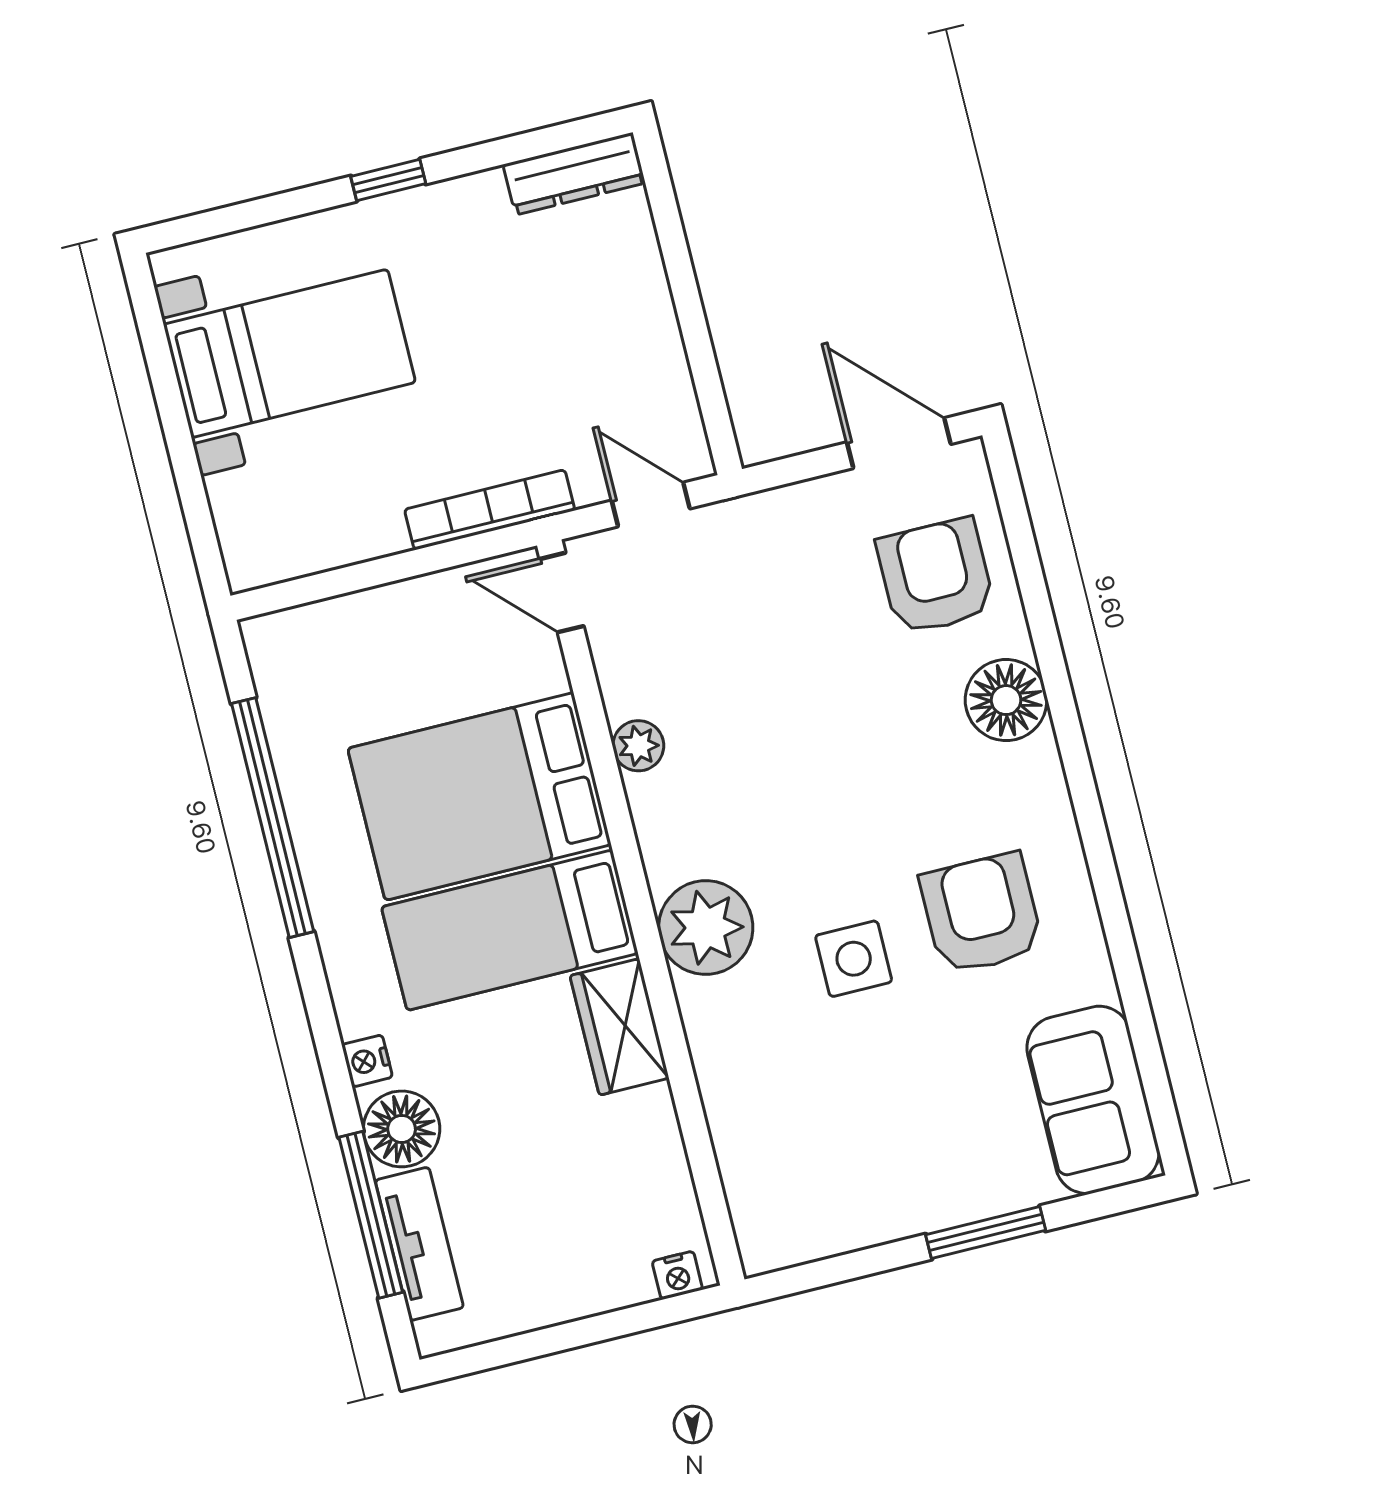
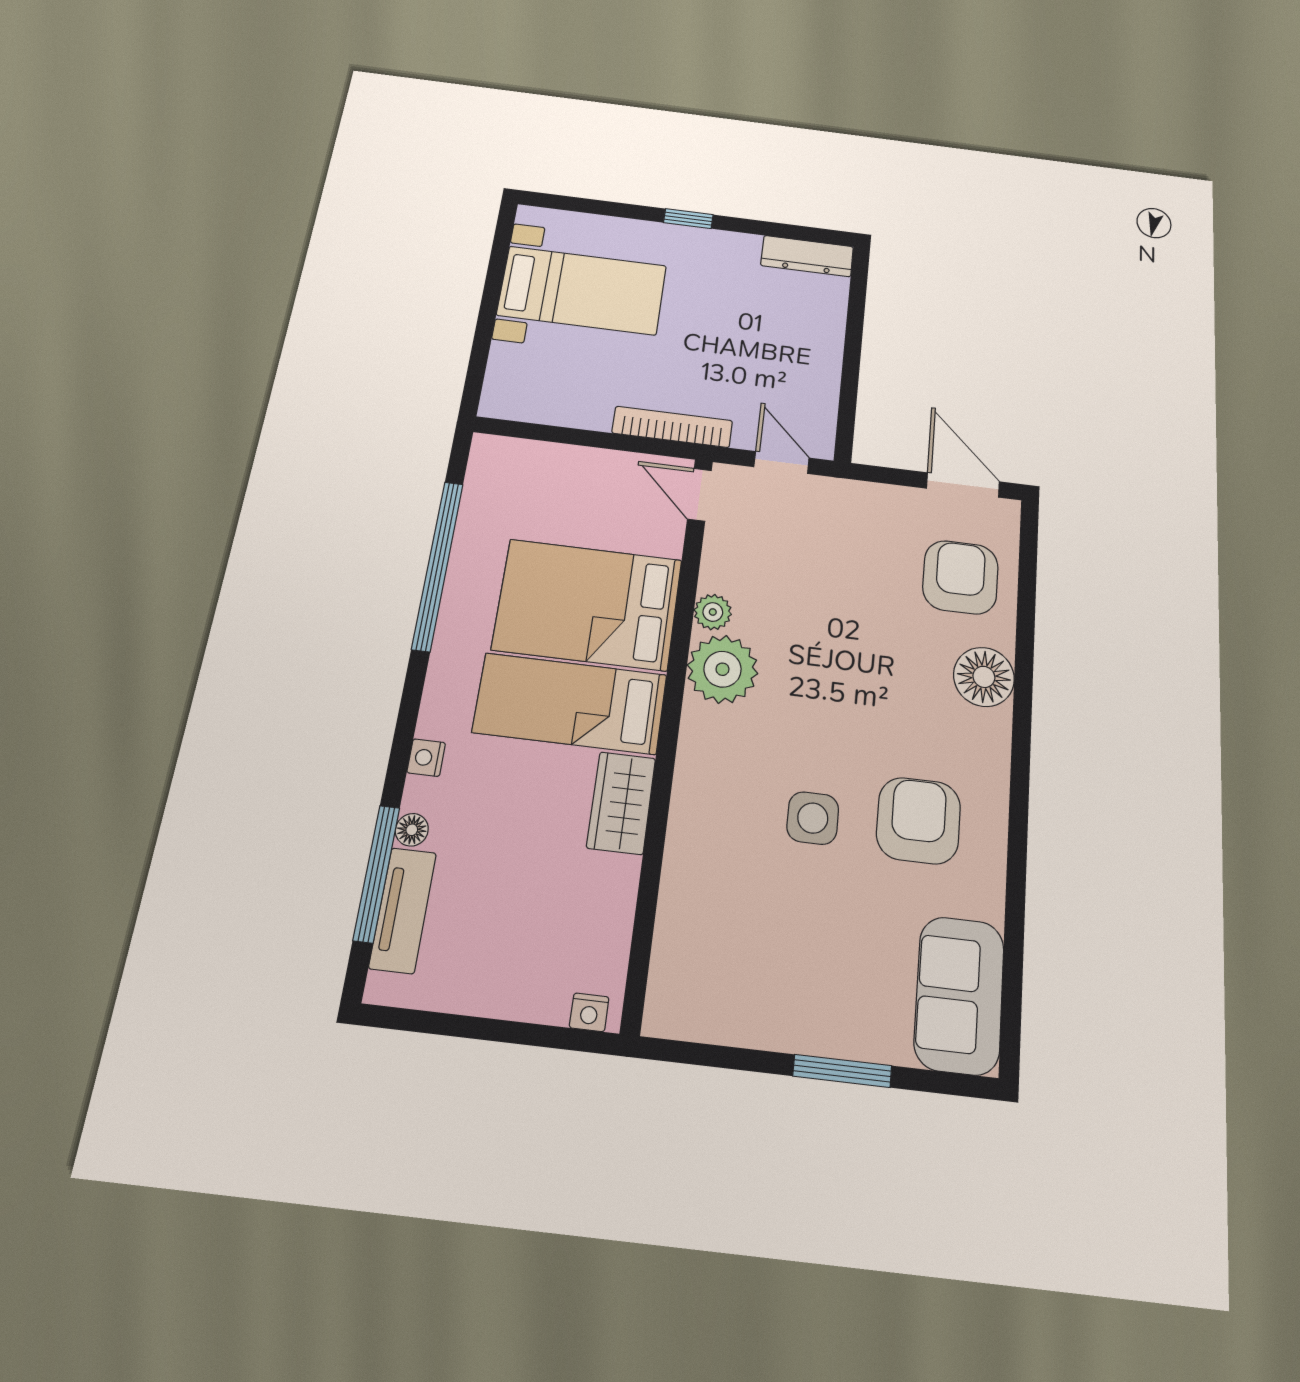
plant: (706, 928) -> (722, 669), moved
floor lamp: (402, 1129) -> (412, 830), width x0.53, depth x0.53

